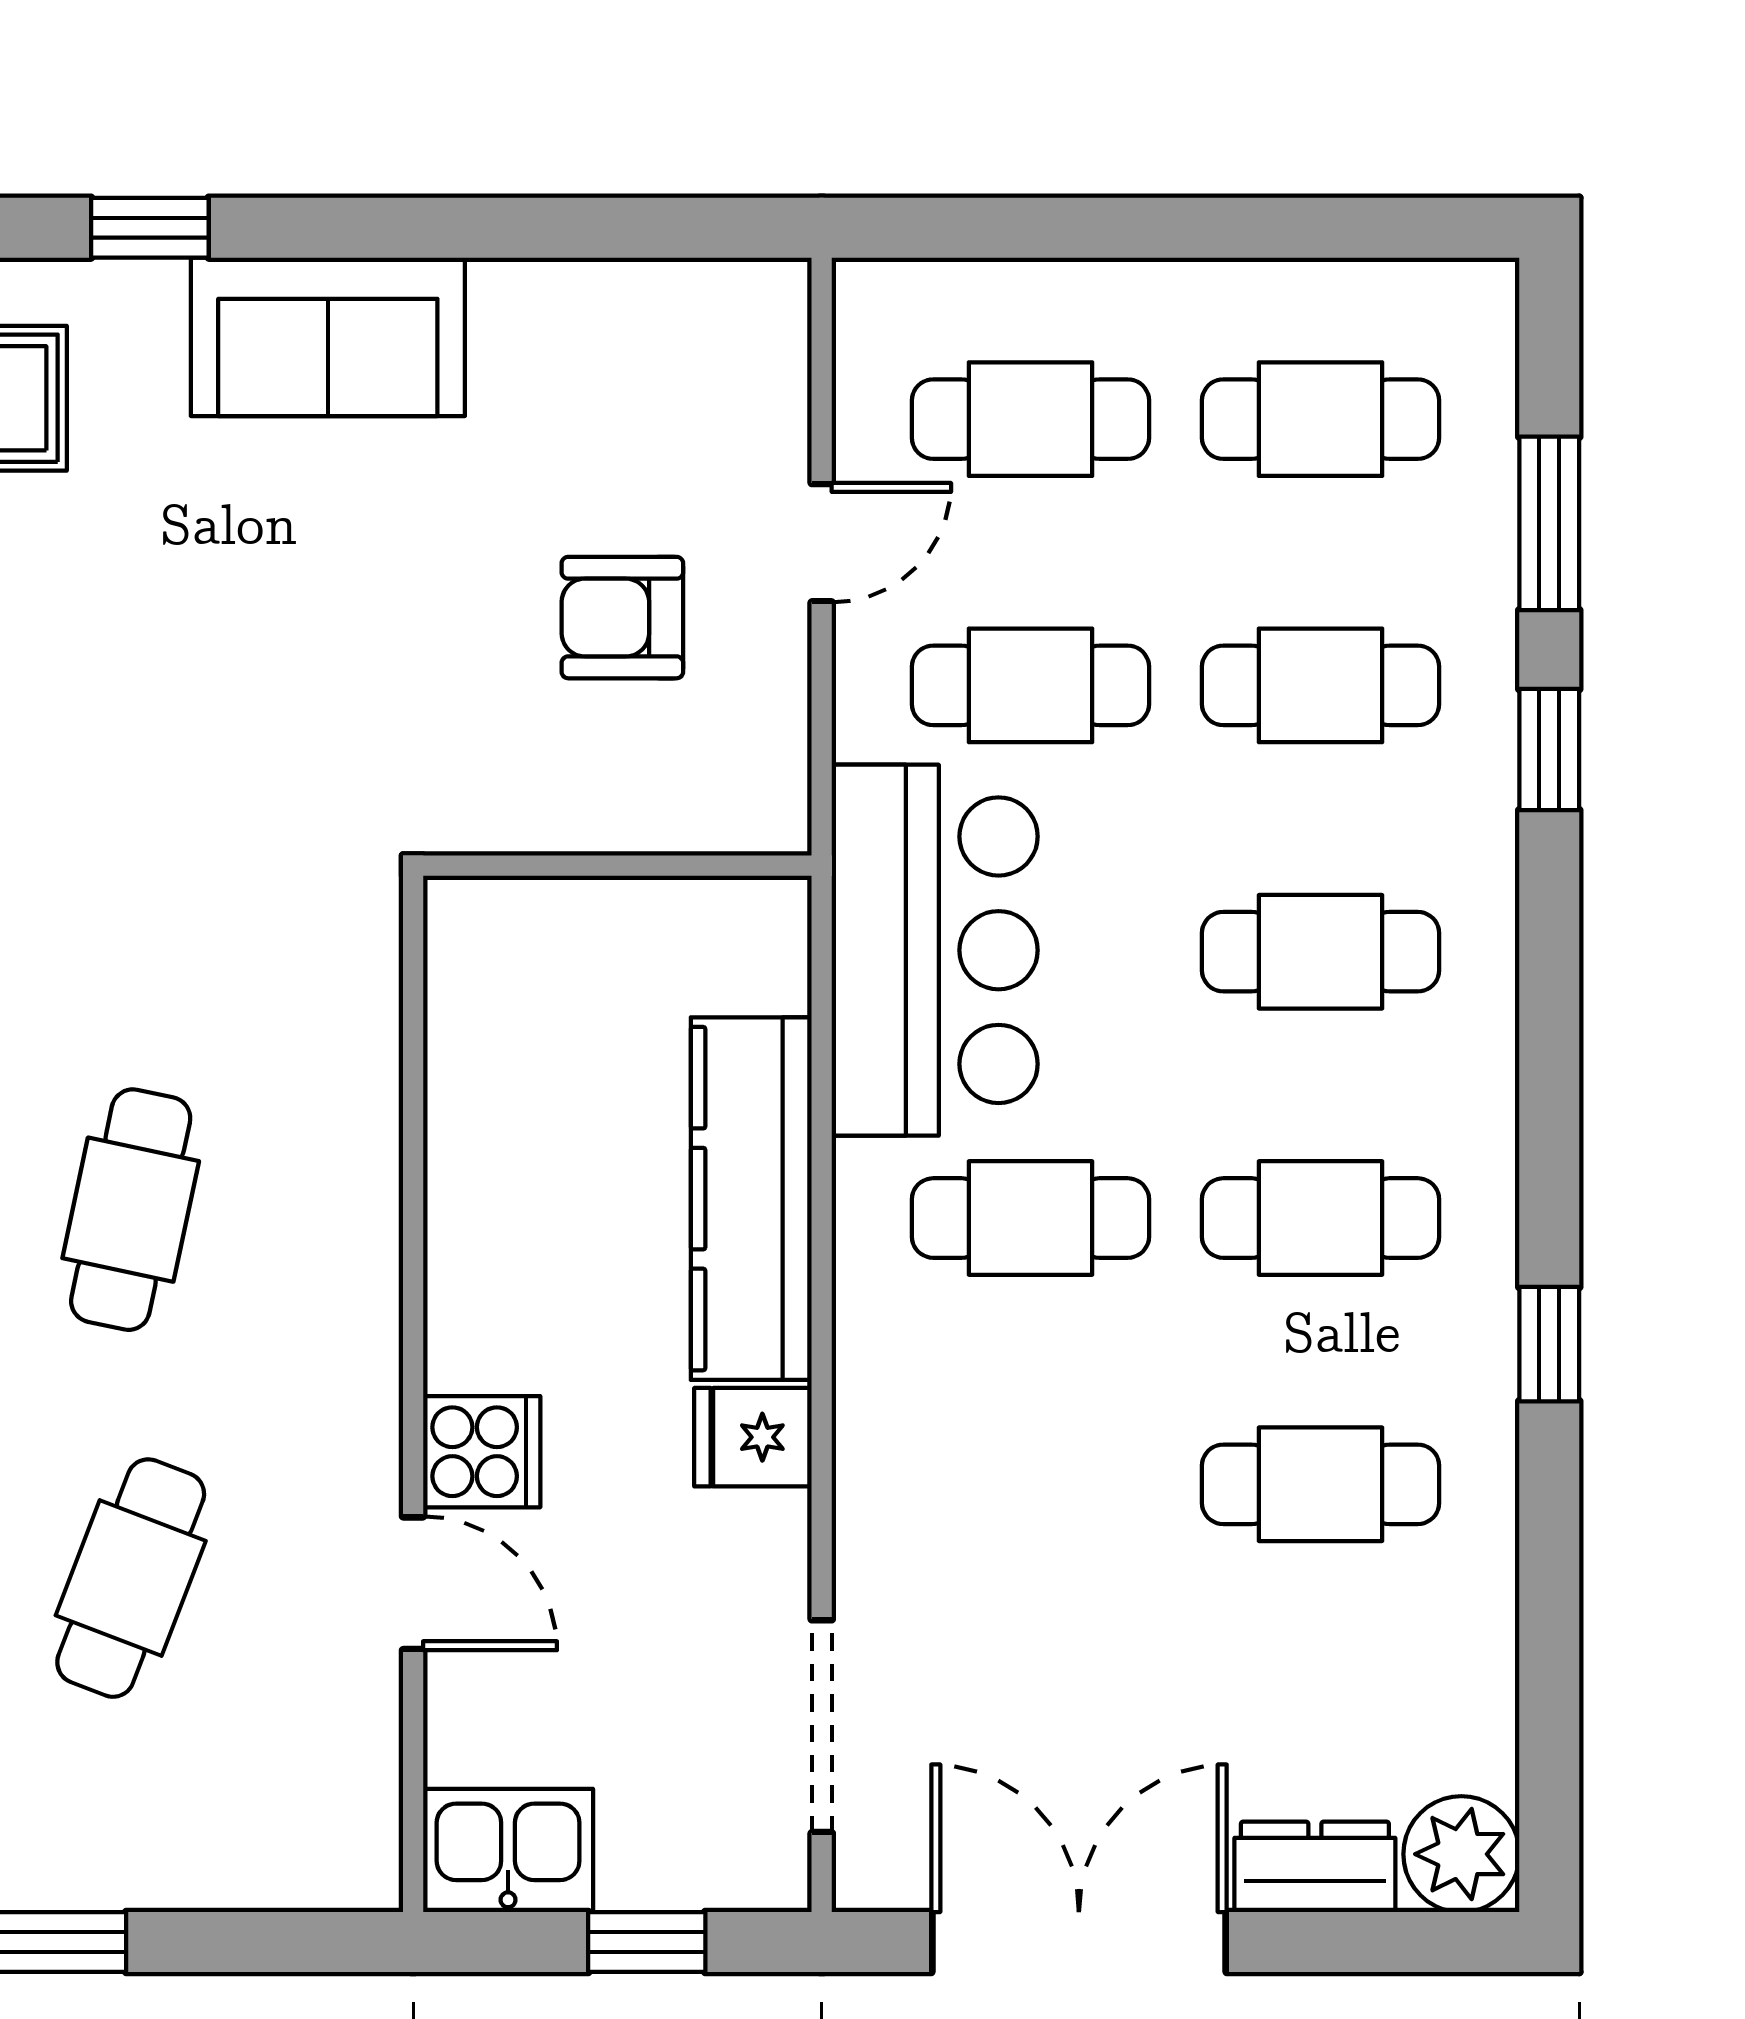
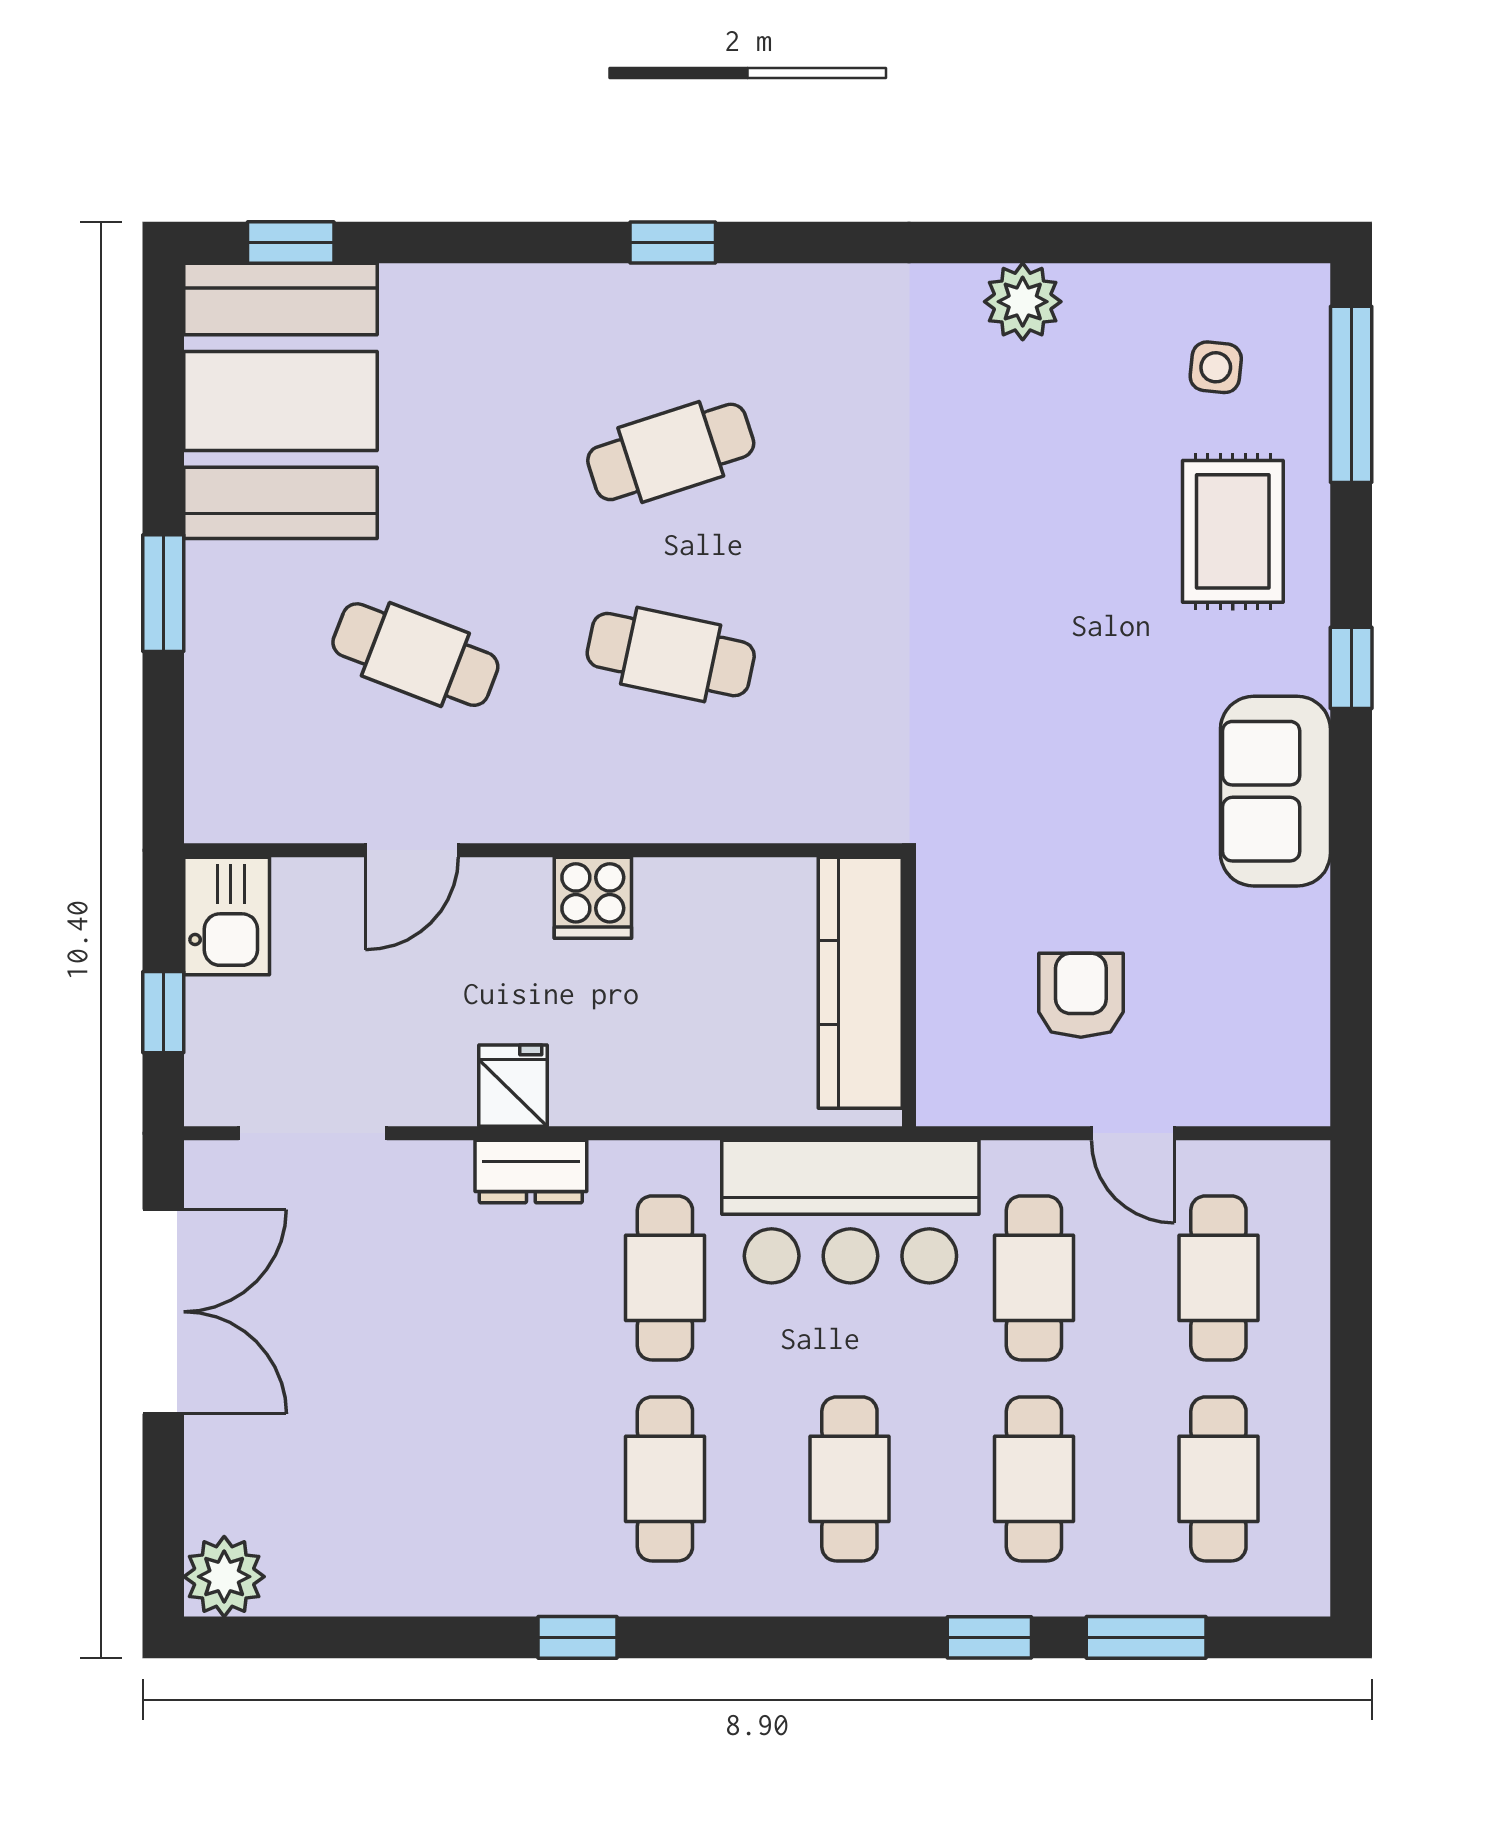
kitchen counter: (751, 1199) -> (860, 983), moved, turned -90
cooker: (482, 1452) -> (593, 898), moved
cafe table: (1321, 1484) -> (480, 1479), removed
dresser: (1315, 1867) -> (531, 1172), moved, turned 90

